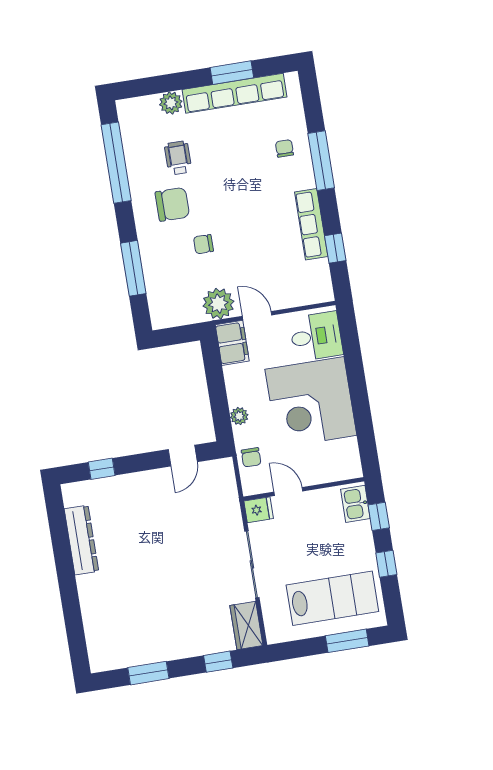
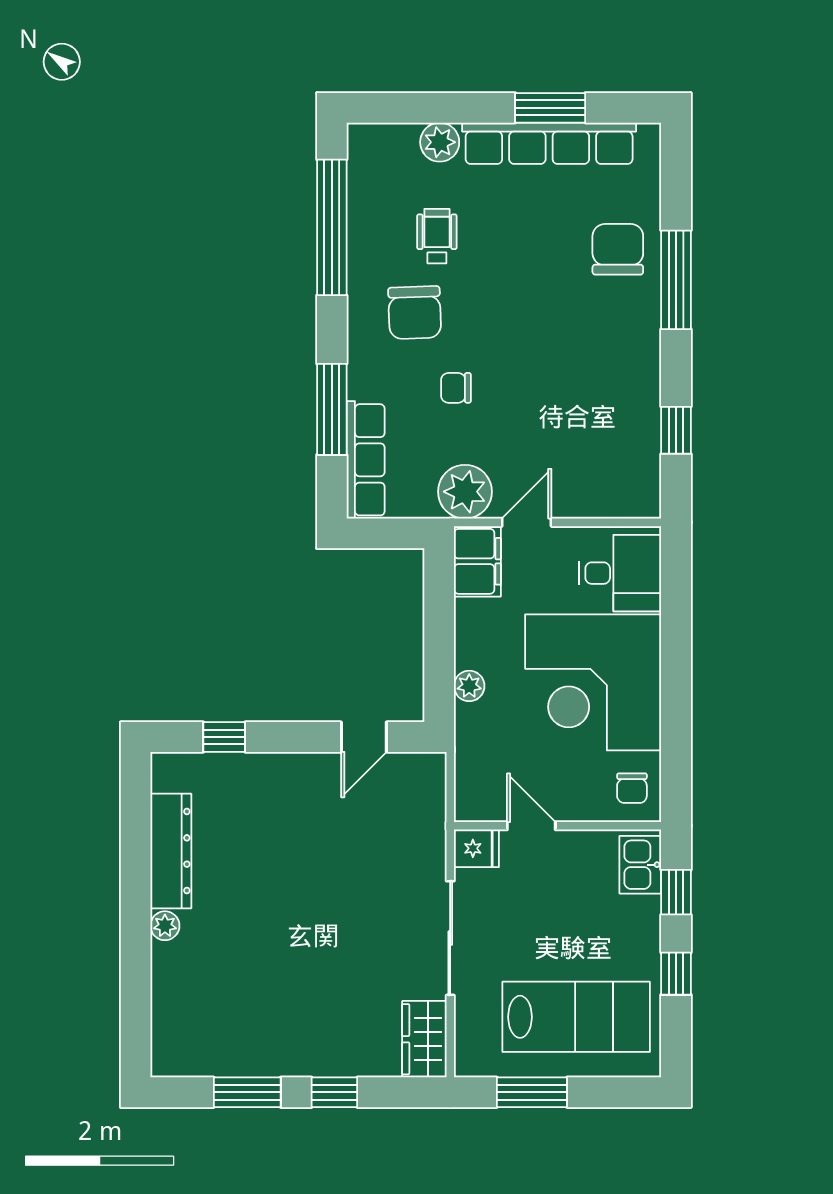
chair: (284, 148) -> (618, 249), width x1.87, depth x1.87
chair: (172, 204) -> (415, 313), turned 88
row of seats: (311, 224) -> (366, 460), moved, turned 180
door: (257, 316) -> (527, 522), hinge flipped
chair: (251, 457) -> (632, 788), moved
plant: (85, 584) -> (165, 926), added
window: (347, 641) -> (532, 1092), moved
window: (218, 662) -> (334, 1092), moved

